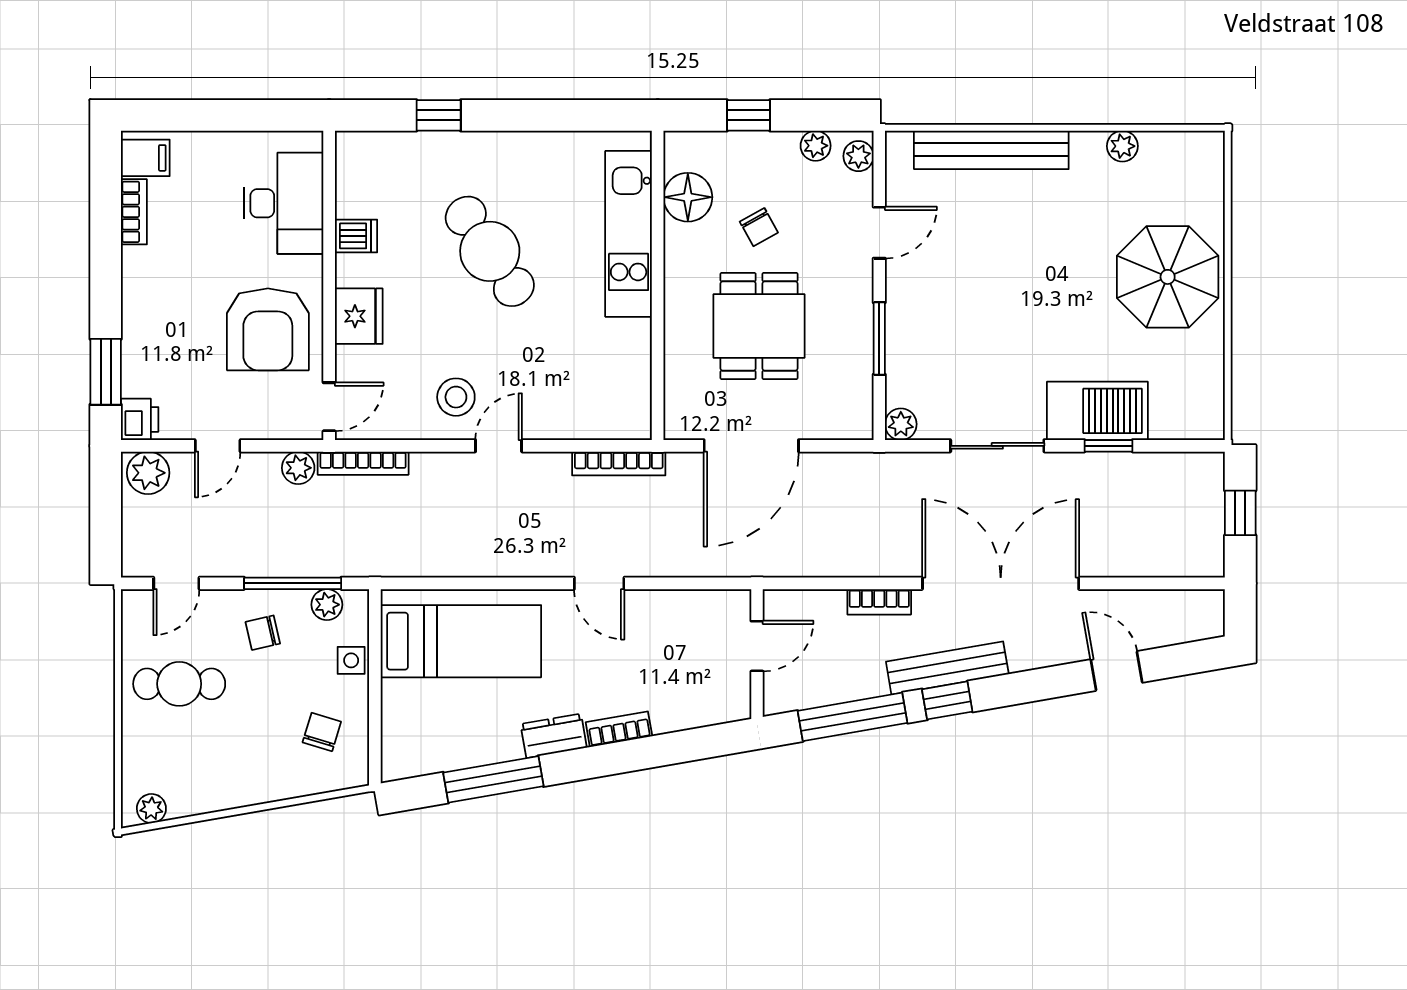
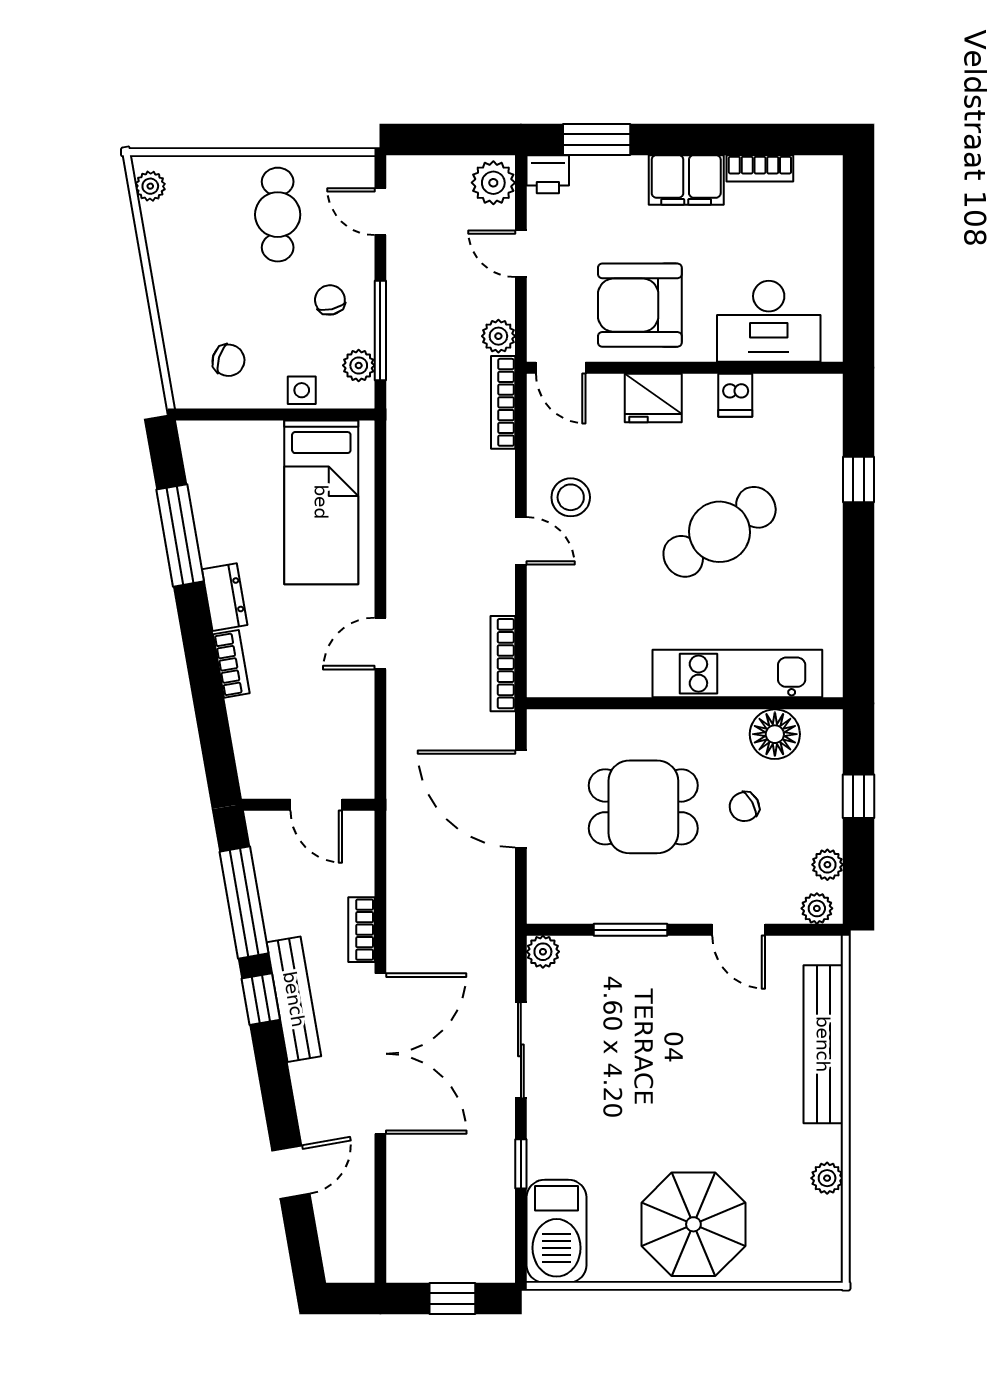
filing cabinet: (145, 158) -> (686, 180), moved, width x2.00
barbecue: (1097, 411) -> (557, 1231), moved

